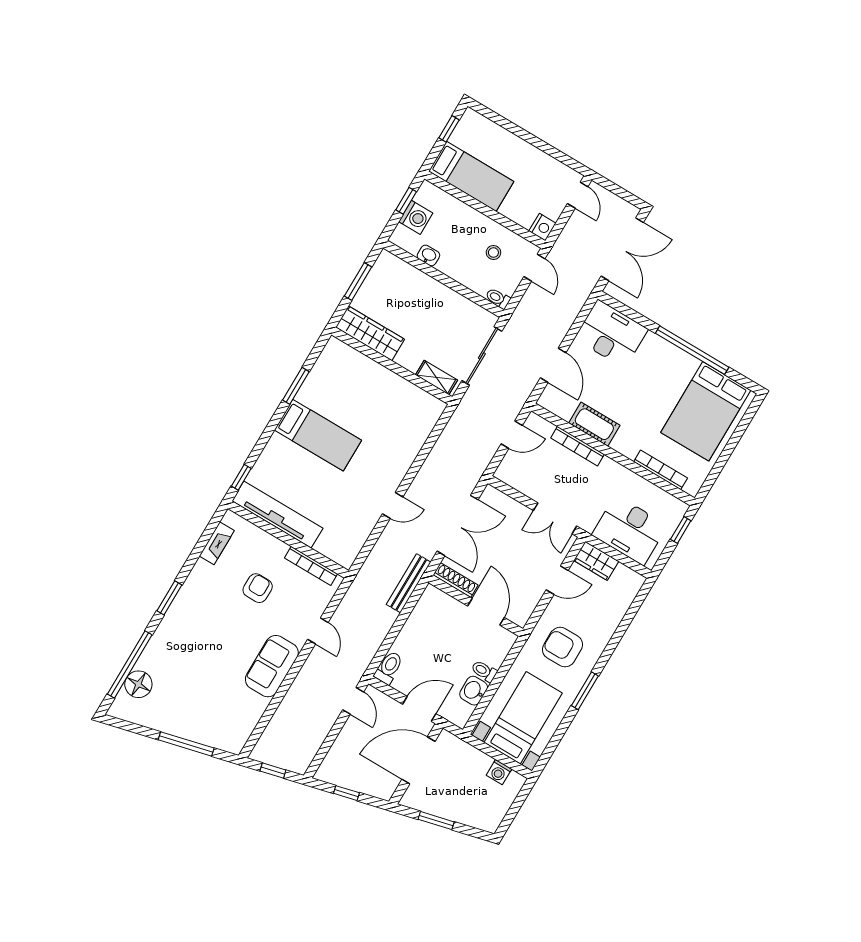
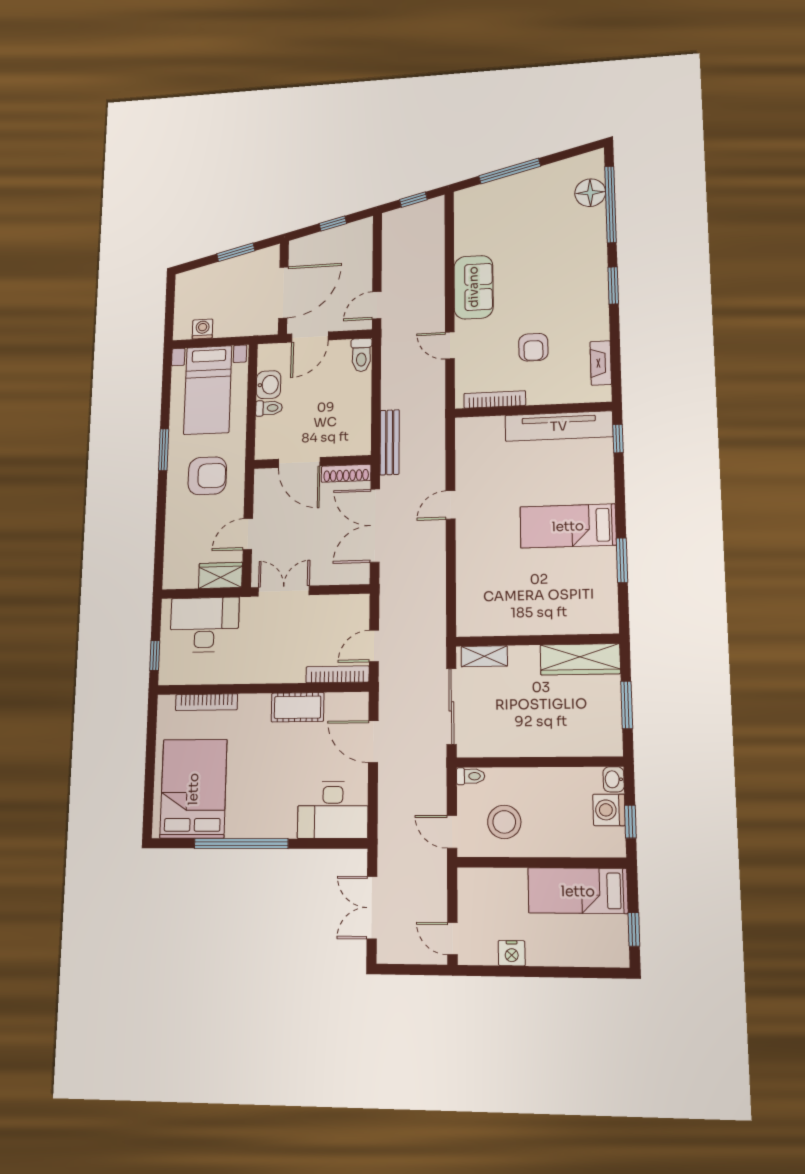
nightstand: (542, 227) -> (512, 953), moved, turned -90
double door: (622, 249) -> (372, 908), width x0.73
stool: (493, 253) -> (504, 822), width x1.89, depth x1.89
washbasin: (428, 256) -> (614, 779), moved, turned 90
bookcase: (578, 446) -> (337, 674), moved
door: (353, 701) -> (377, 305), hinge flipped

